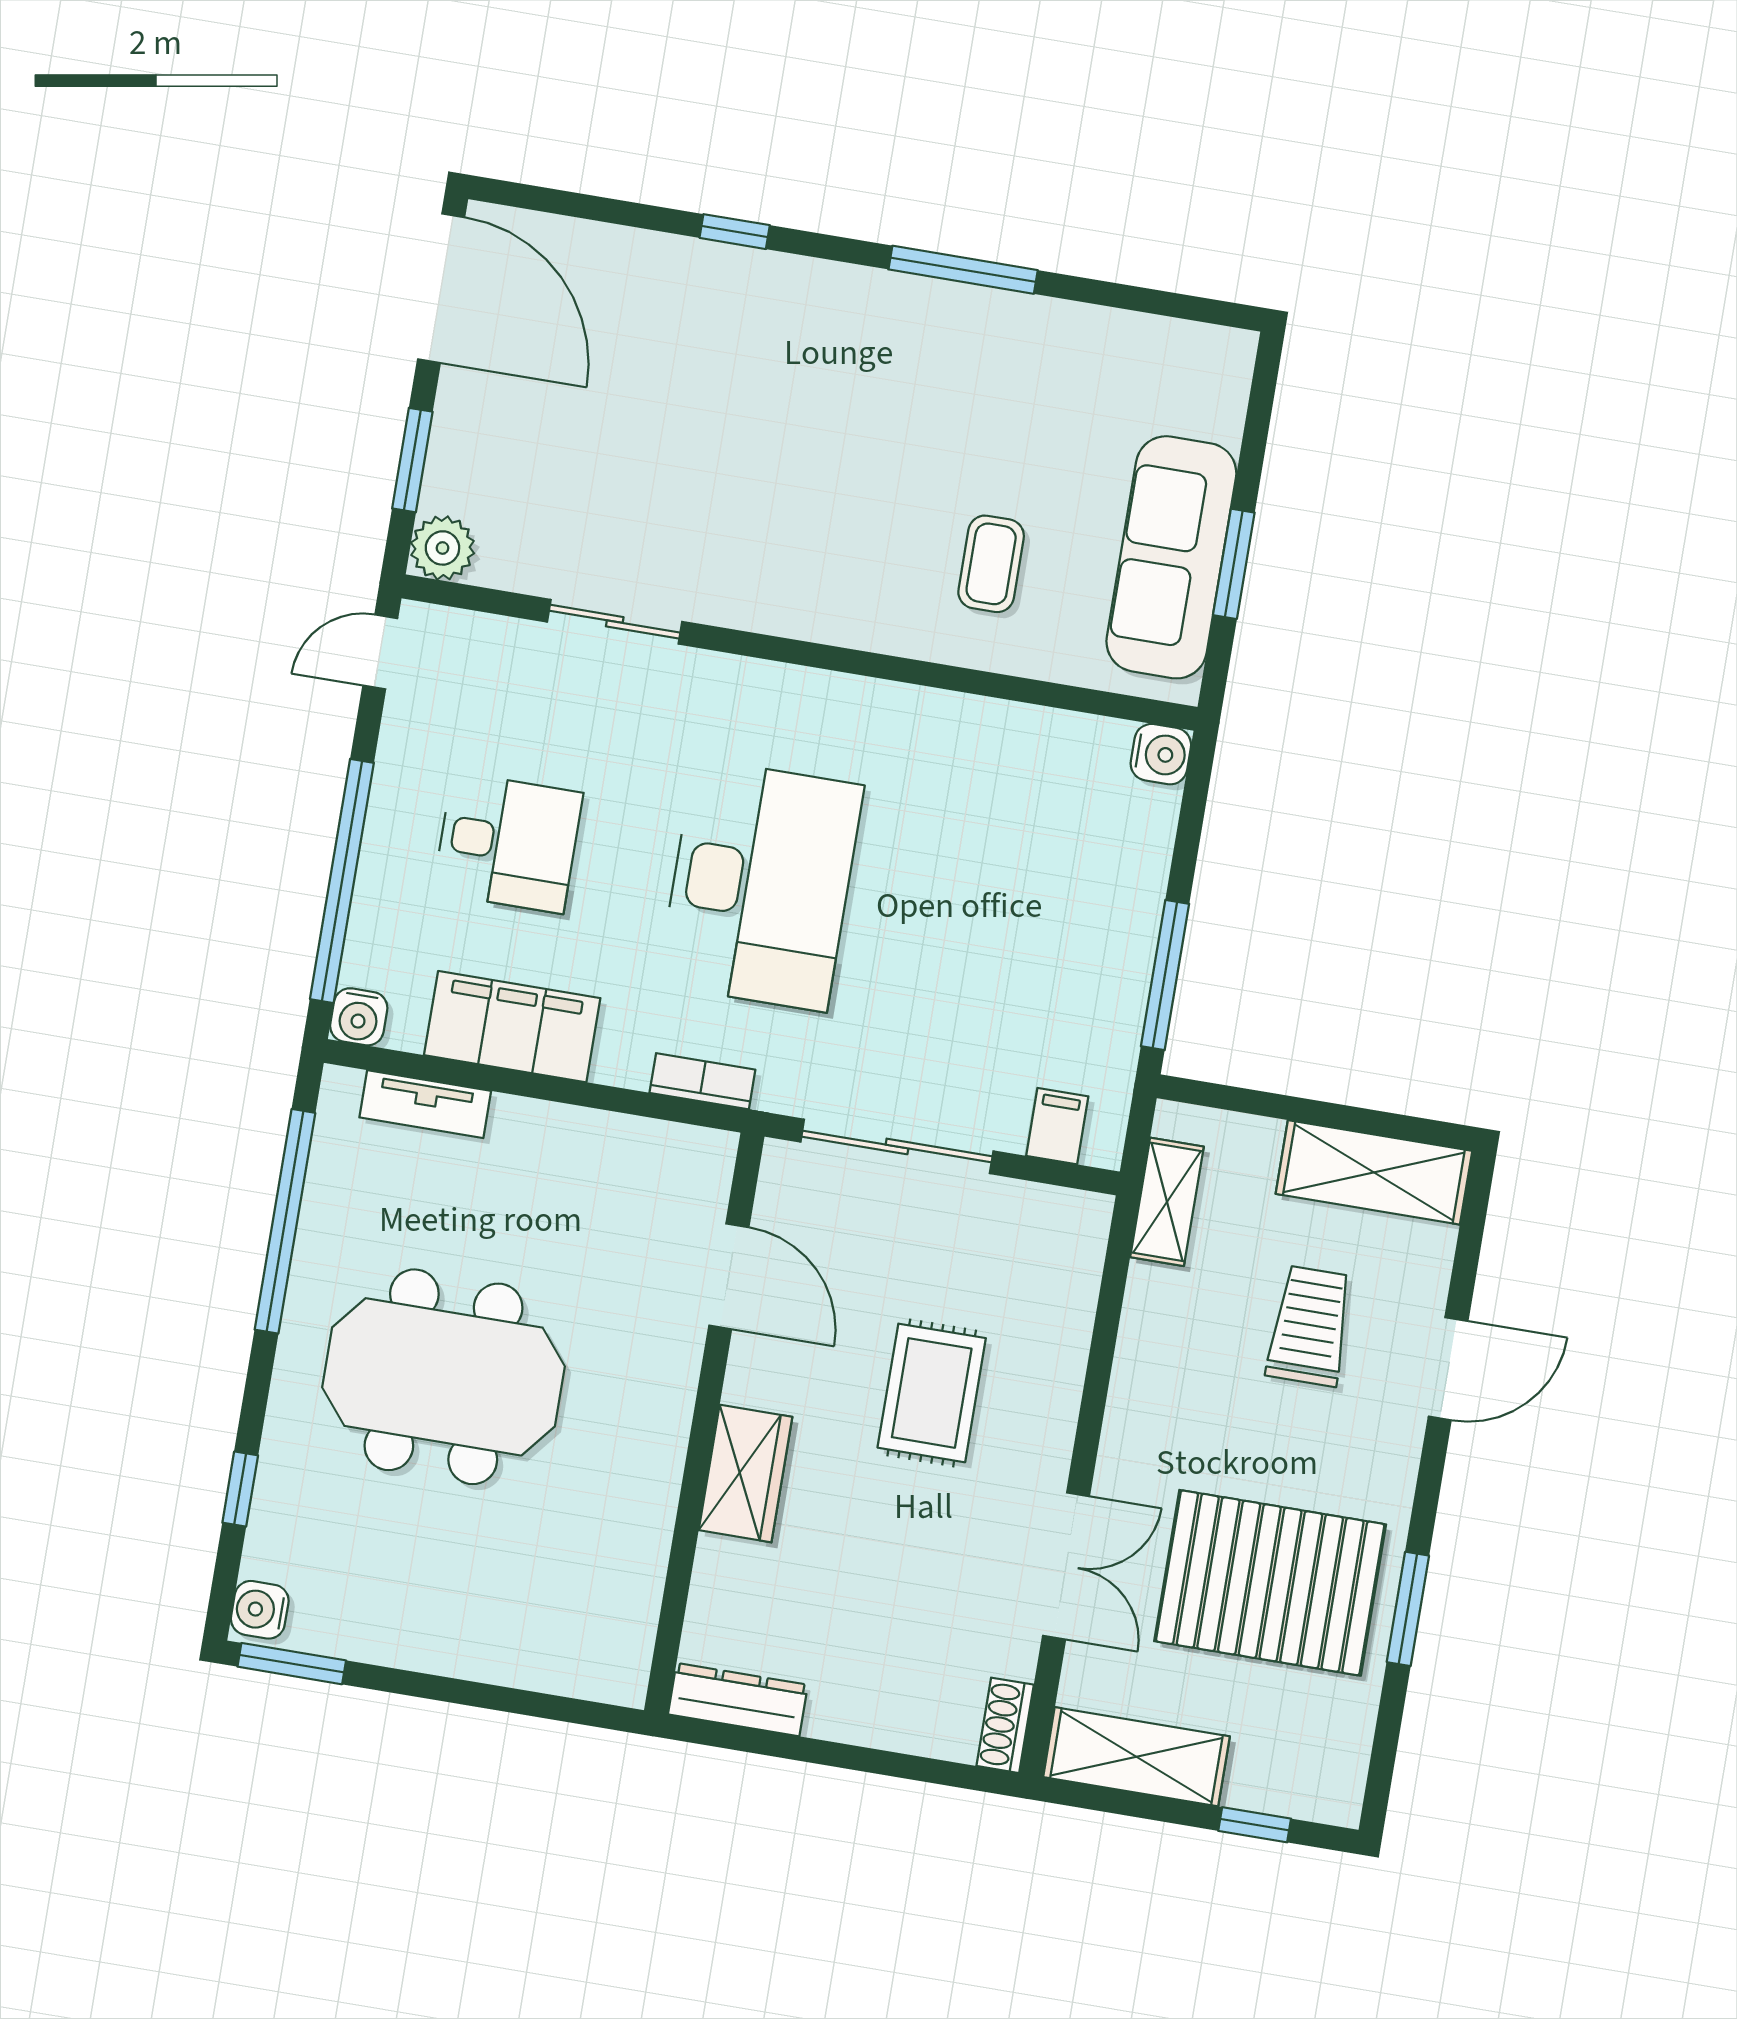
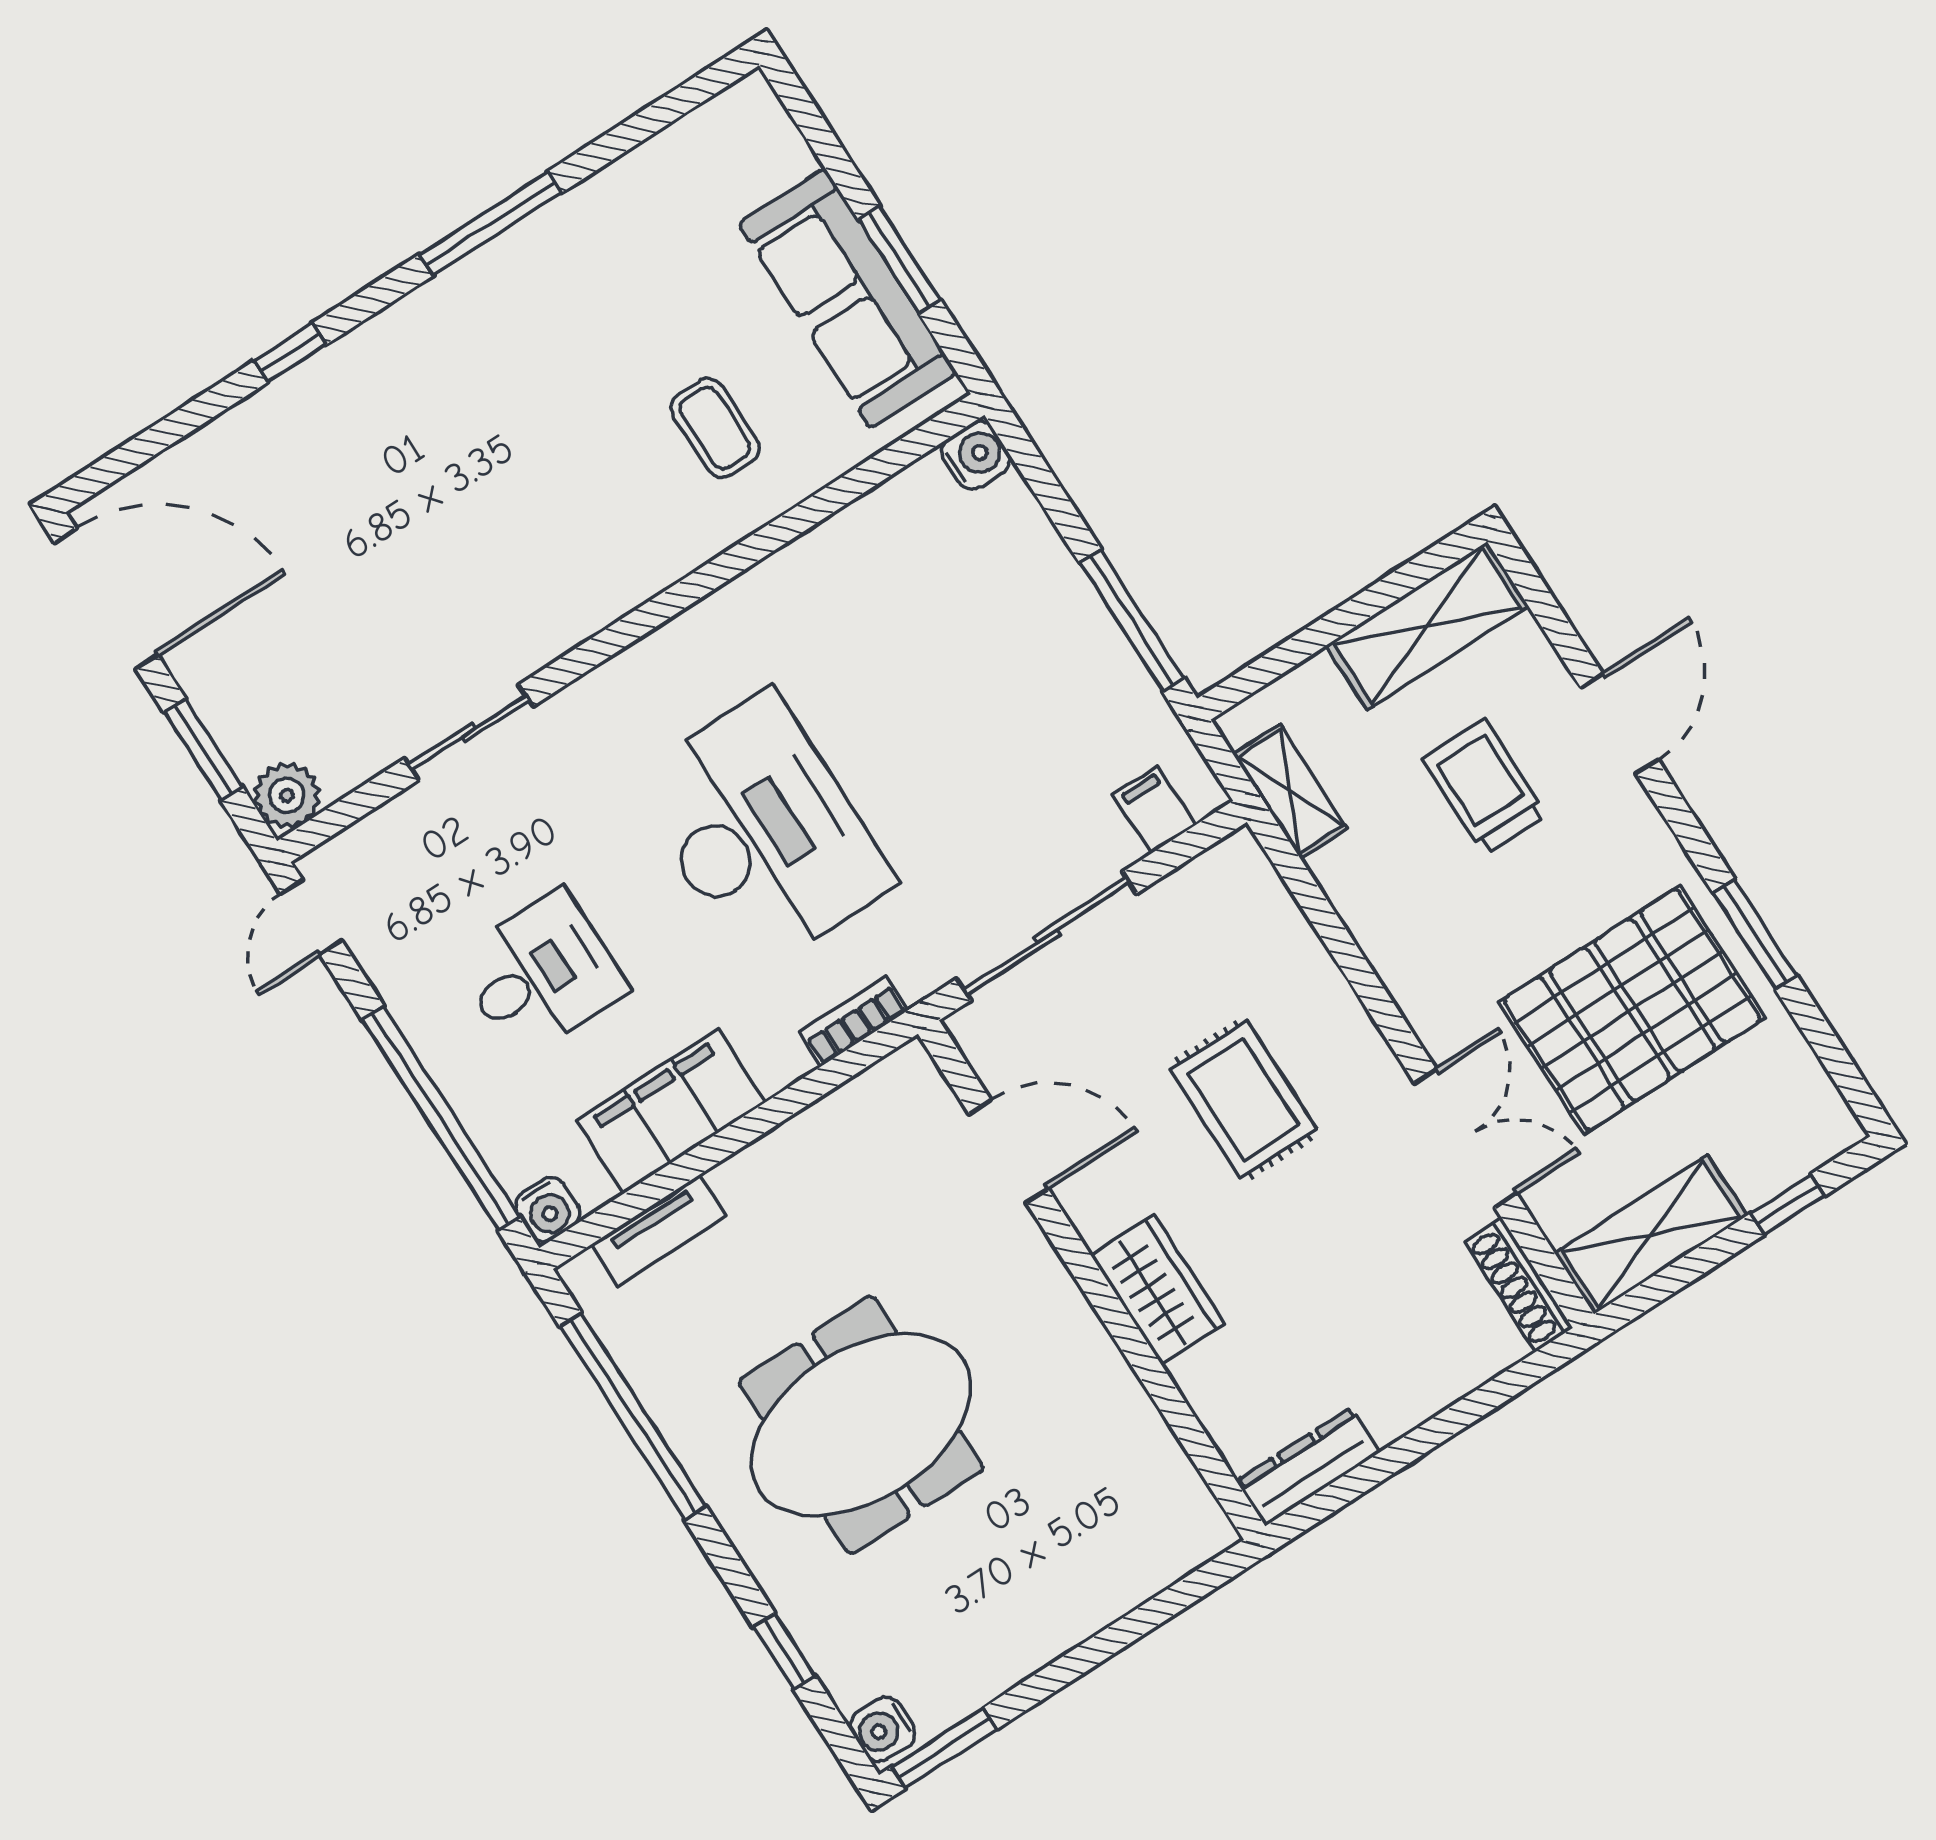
shoe rack: (1005, 1725) -> (1519, 1285), width x1.43

